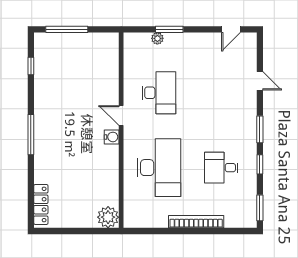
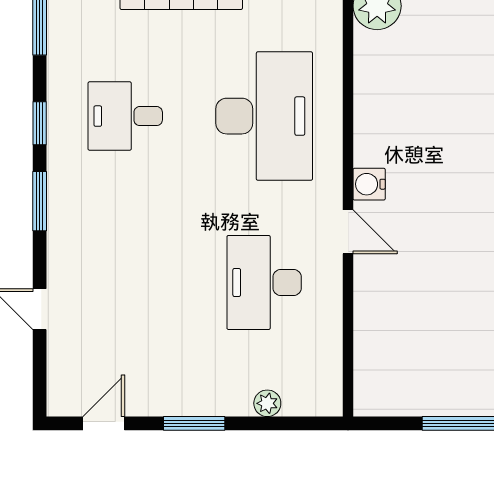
window: (169, 29) -> (194, 423), moved
desk: (159, 168) -> (264, 116), turned 180
desk: (221, 168) -> (125, 116), turned 180

